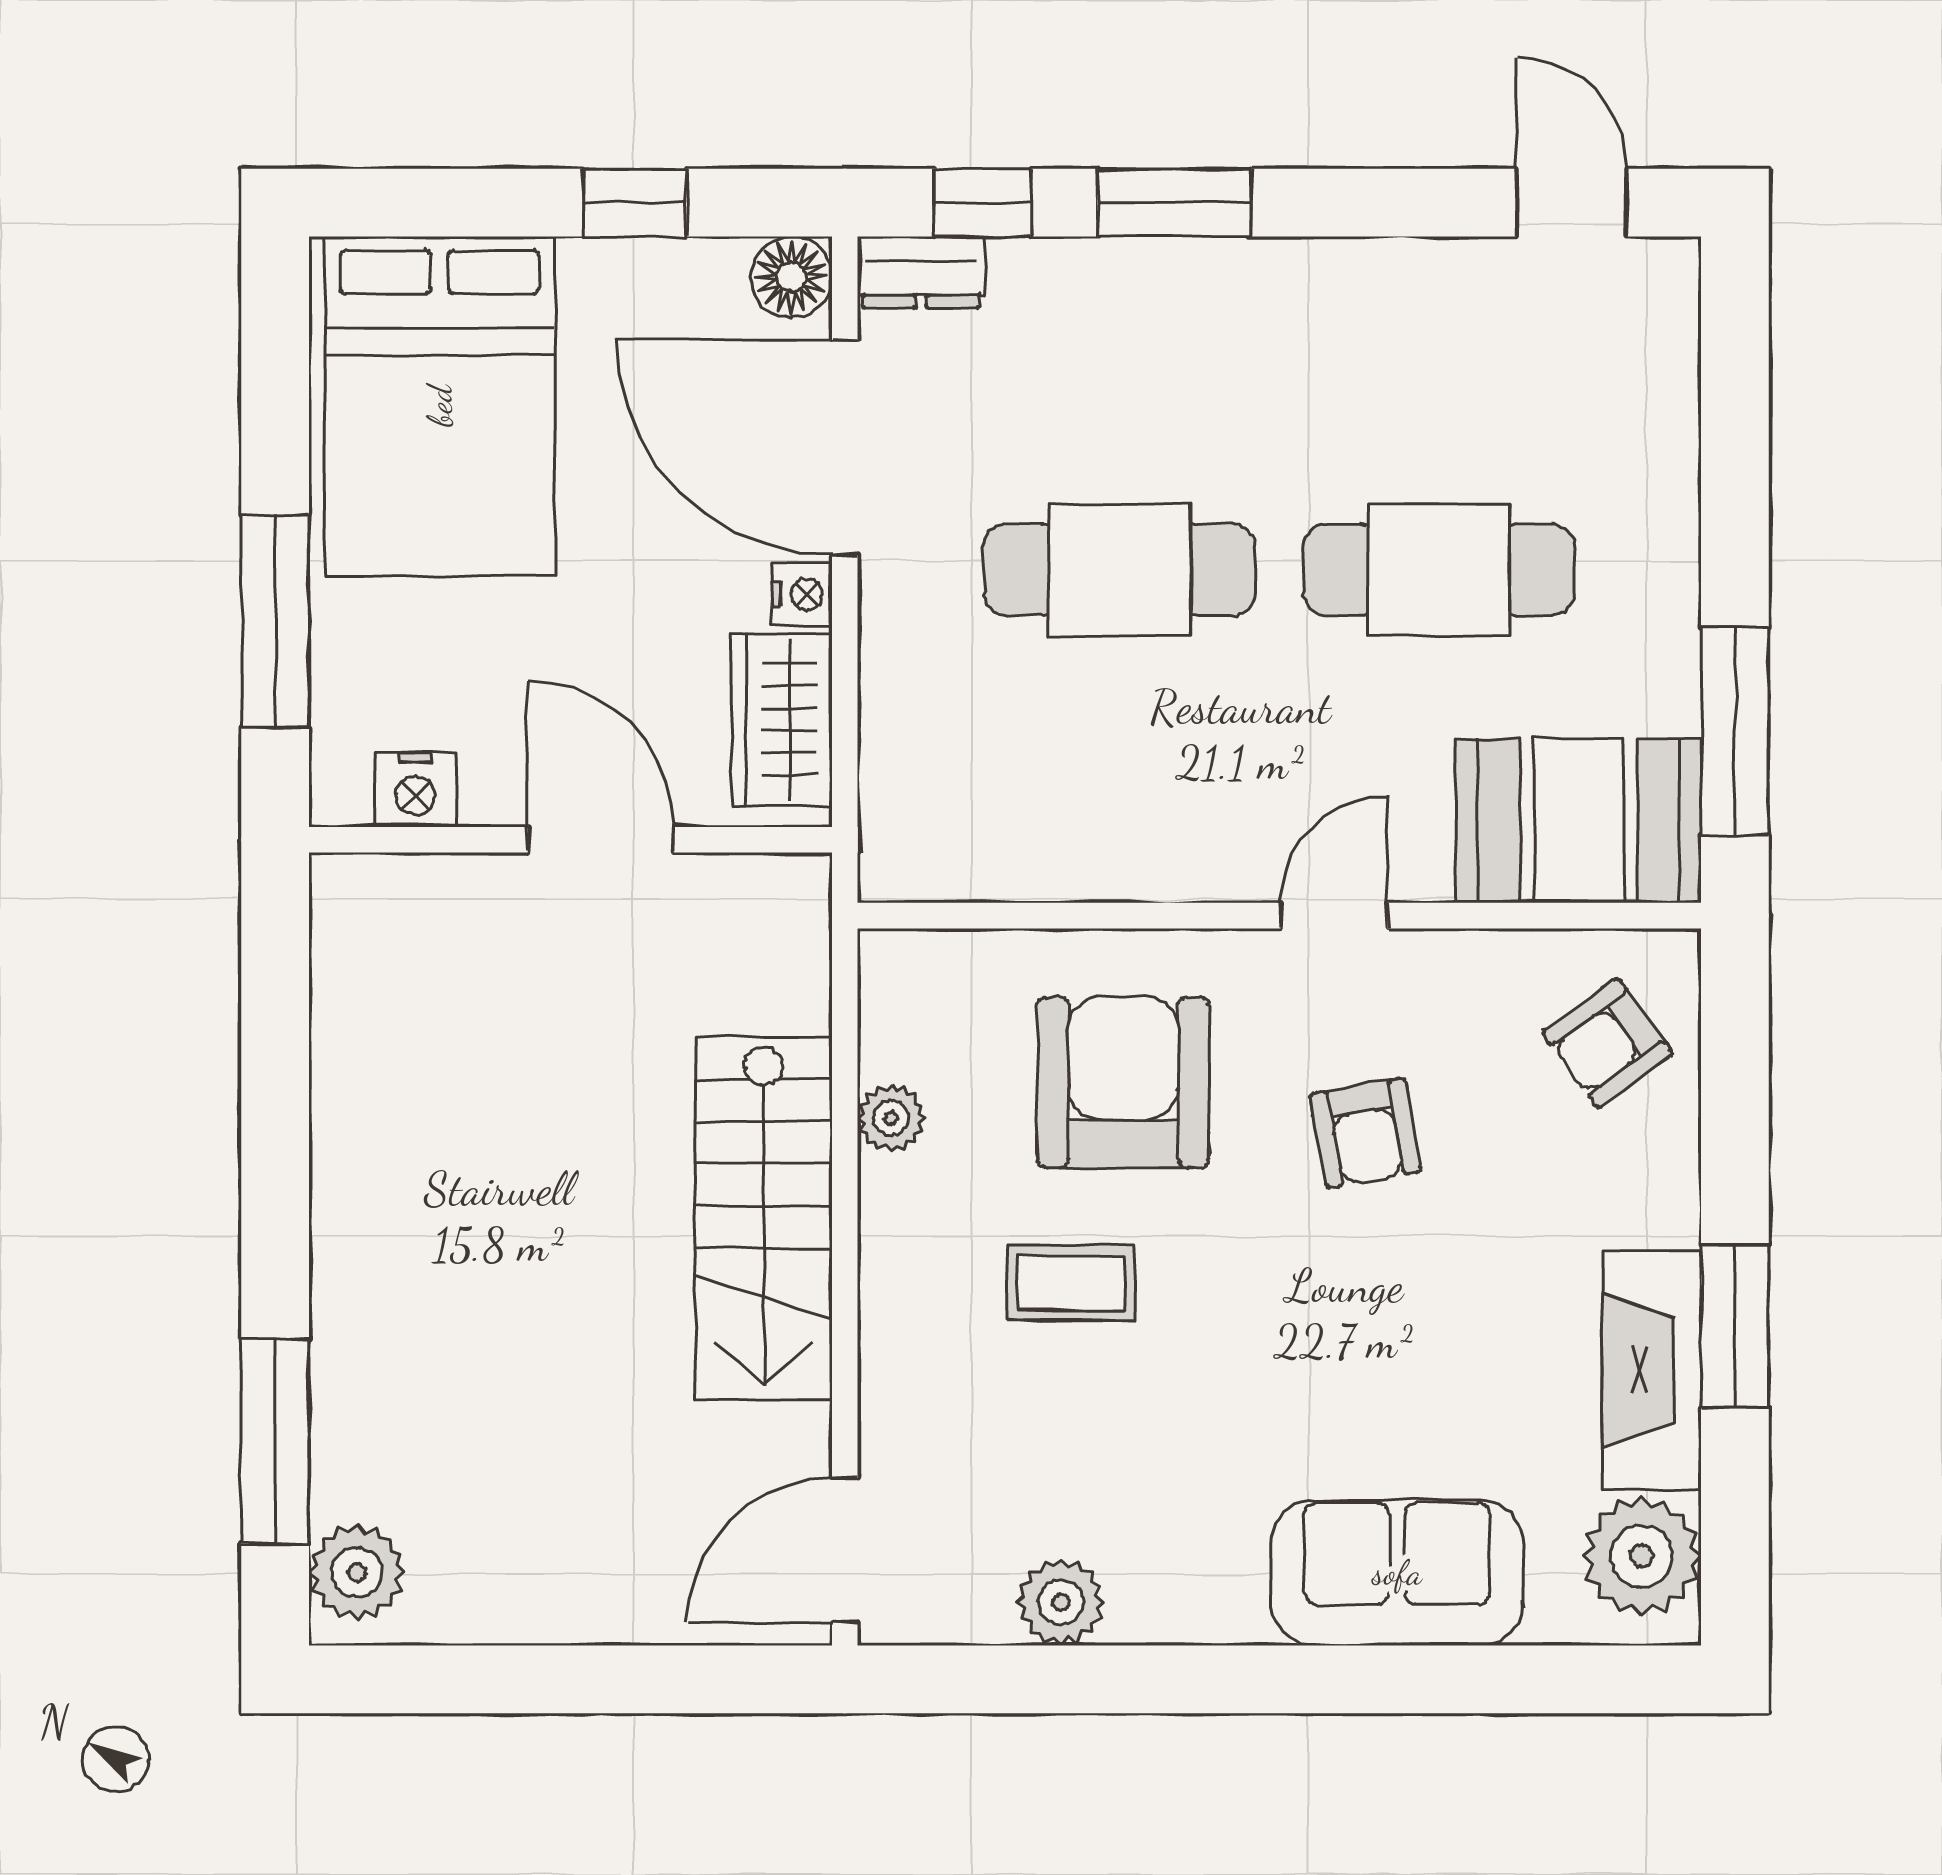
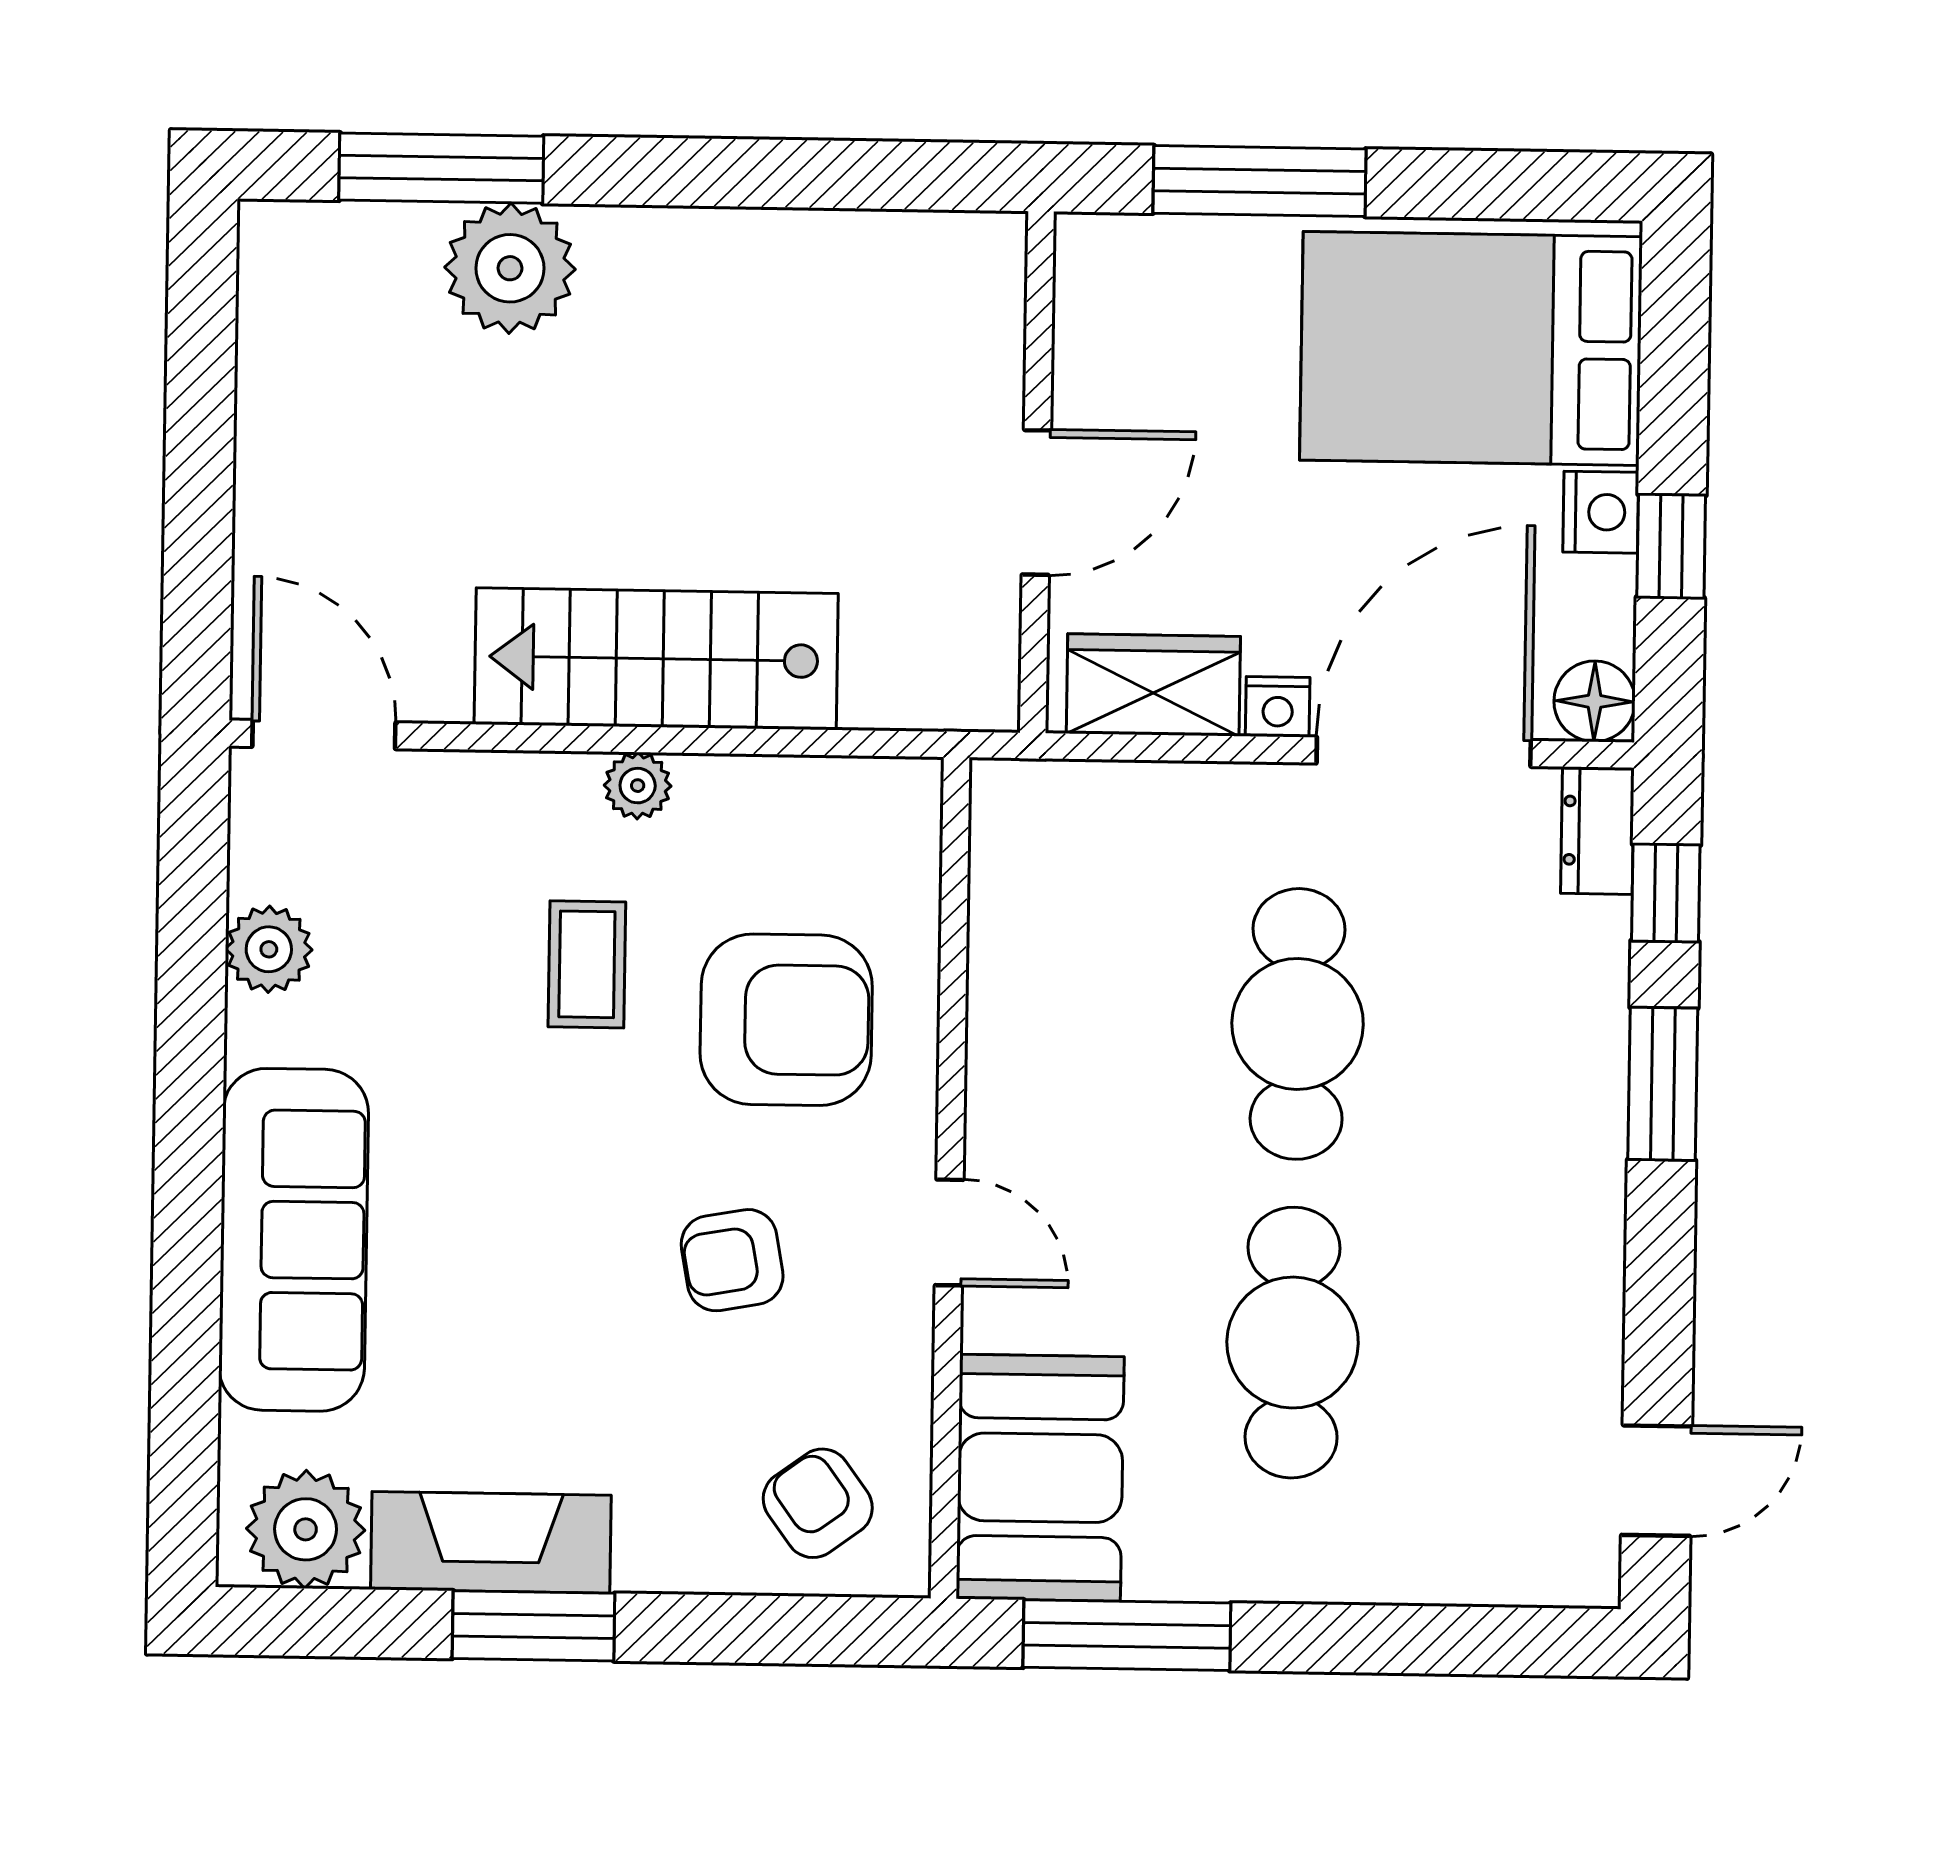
nightstand: (416, 790) -> (1601, 512), moved, turned 180
plant: (891, 1118) -> (638, 786), moved
plant: (357, 1572) -> (510, 268), moved, width x1.36, depth x1.36
sofa: (1397, 1573) -> (294, 1240), width x1.36

